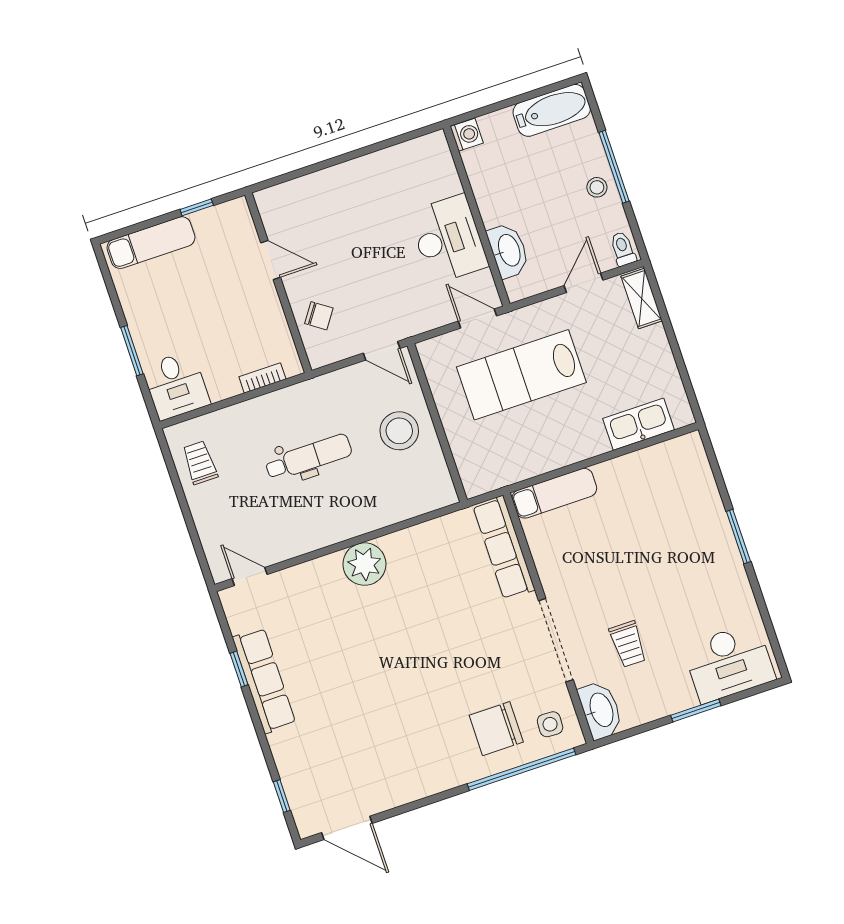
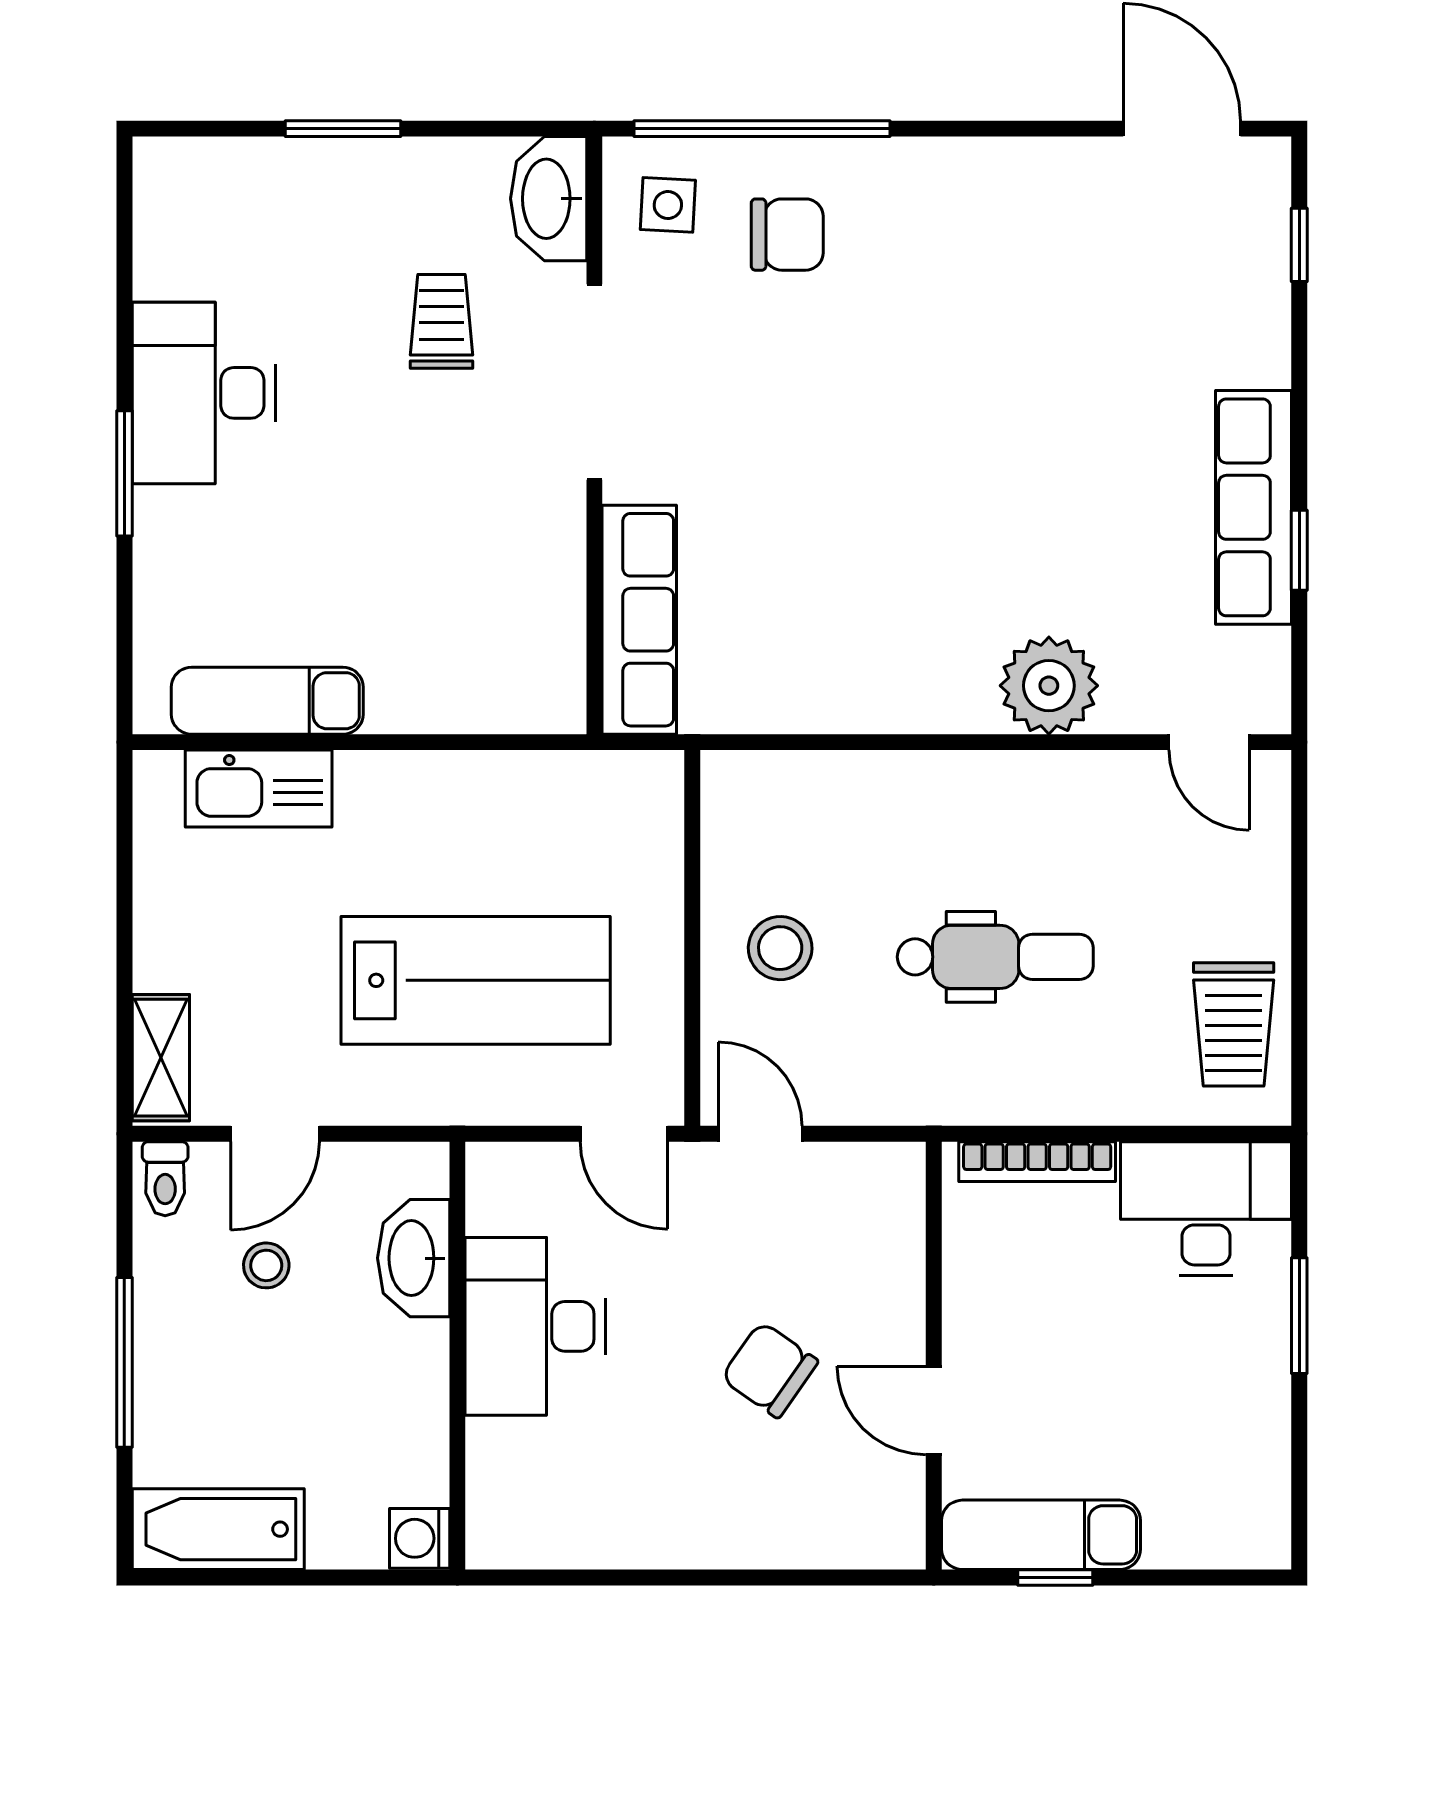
stool: (597, 187) -> (266, 1265), moved
exam couch: (151, 243) -> (1041, 1535), moved
chair: (319, 316) -> (769, 1370), moved, width x1.37, depth x1.37
door: (477, 319) -> (624, 1134), moved
bookcase: (262, 378) -> (1037, 1162), width x1.56
desk: (176, 385) -> (1206, 1209), width x1.37
stool: (399, 431) -> (780, 948), width x0.73, depth x0.73
dental chair: (309, 457) -> (995, 957), turned 180
trolley: (200, 463) -> (1234, 1024), width x1.36, depth x1.39
exam couch: (554, 493) -> (267, 701), moved
plant: (364, 564) -> (1049, 686), moved
desk: (729, 663) -> (204, 393), moved, turned -90
chair: (496, 729) -> (787, 235), width x0.73, depth x0.73

